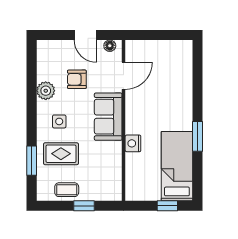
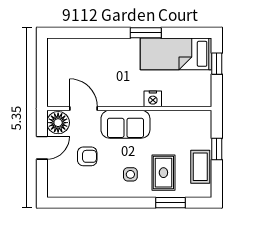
floor lamp: (110, 46) -> (58, 123), width x1.89, depth x1.89
armchair: (77, 79) -> (87, 156), turned -90
plant: (46, 91) -> (99, 188), removed
coffee table: (67, 190) -> (200, 167), width x1.36, depth x1.30

